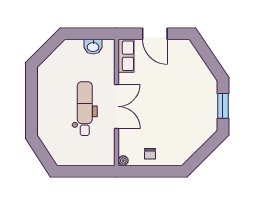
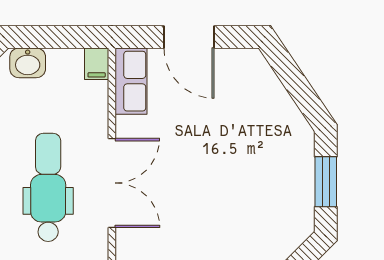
washbasin: (93, 47) -> (28, 63), moved
filing cabinet: (109, 47) -> (97, 64), added

